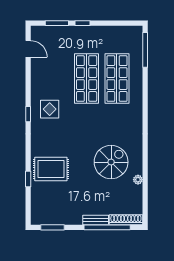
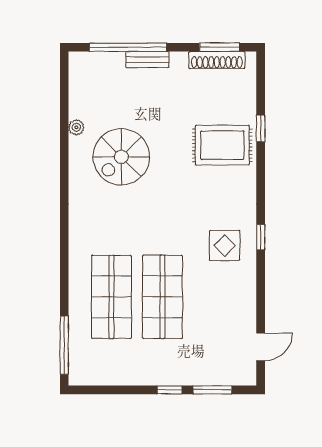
door: (28, 49) -> (261, 347), swing flipped
shoe rack: (126, 220) -> (217, 60), moved

